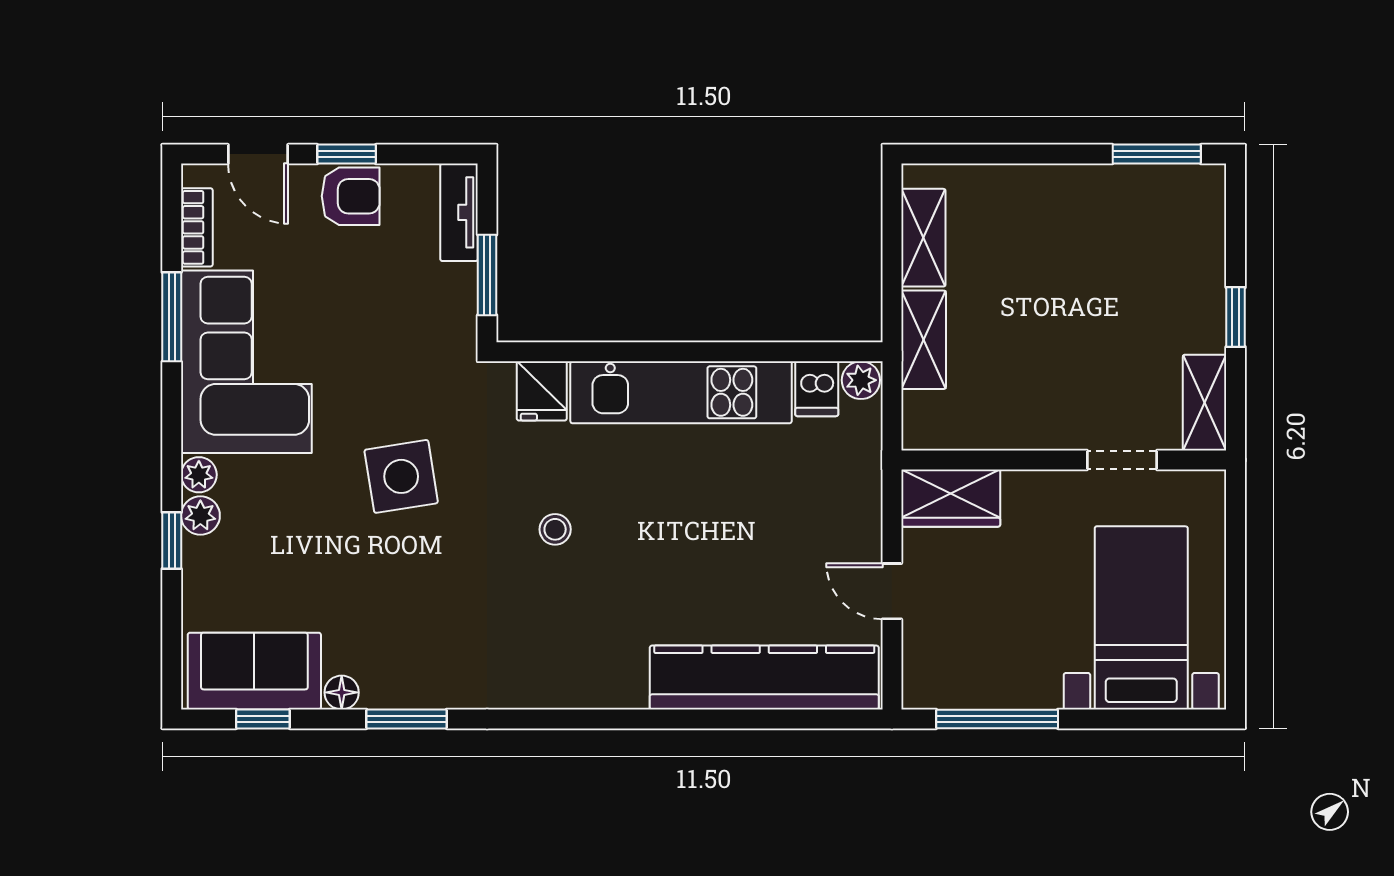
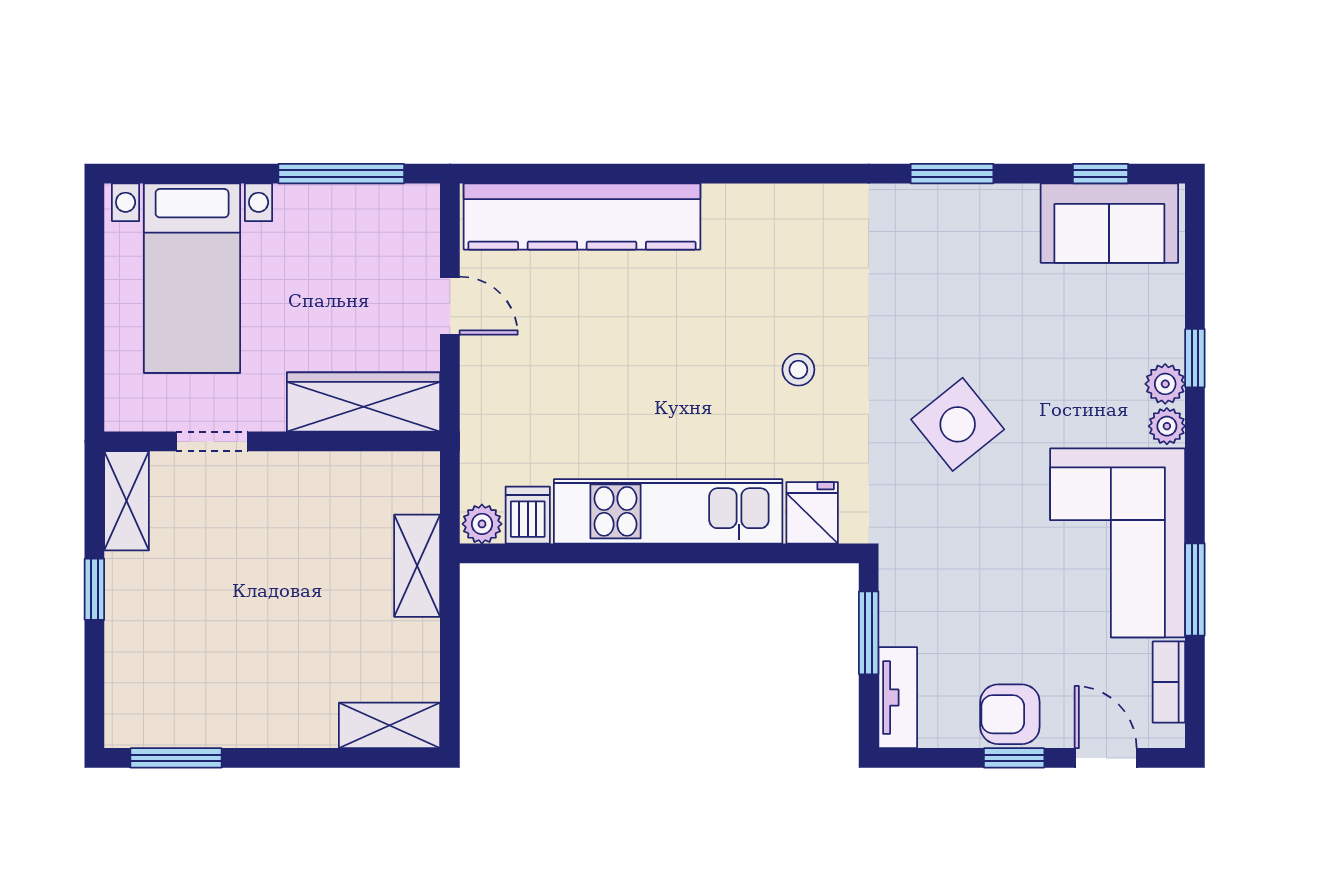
shelving: (923, 238) -> (390, 725), moved, turned 90
side table: (401, 476) -> (958, 424), turned -30
wardrobe: (951, 498) -> (364, 402), width x1.50
floor lamp: (342, 692) -> (1019, 201), removed

